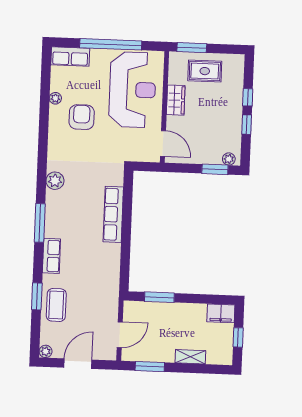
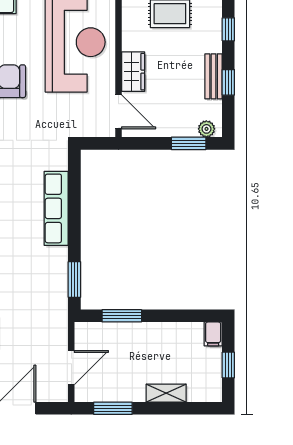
window: (248, 97) -> (228, 29), moved
wardrobe: (176, 100) -> (133, 72), moved
bench: (236, 120) -> (214, 76), added
window: (125, 268) -> (74, 280), added
filing cabinet: (221, 313) -> (213, 334), width x0.50

